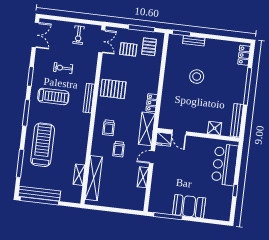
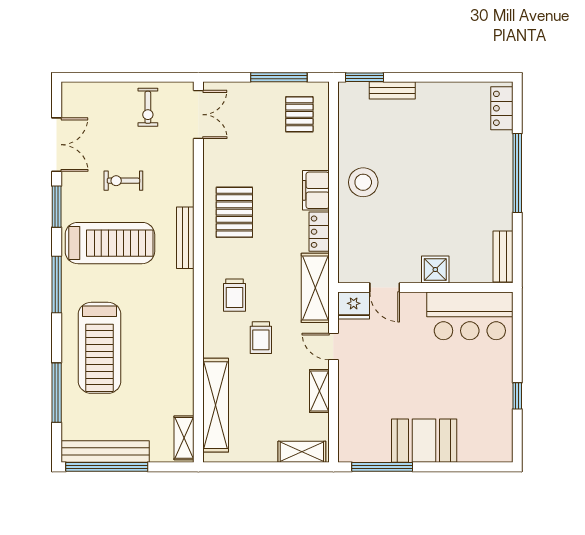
double door: (35, 35) -> (57, 145), moved
pallet: (128, 49) -> (256, 125), removed
stool: (197, 77) -> (363, 182), moved
filing cabinet: (152, 83) -> (316, 190), added
pallet: (113, 89) -> (234, 212), turned 90
treadmill: (53, 96) -> (110, 243), width x1.37, depth x1.37
bench: (237, 120) -> (503, 256), width x0.73
shower: (215, 128) -> (435, 270), moved
treadmill: (43, 145) -> (100, 348), turned 180
door: (152, 157) -> (333, 346), hinge flipped
bar counter: (225, 165) -> (470, 316), moved, turned -90
shelving: (79, 175) -> (184, 438), moved
shelving: (131, 205) -> (302, 452), added

